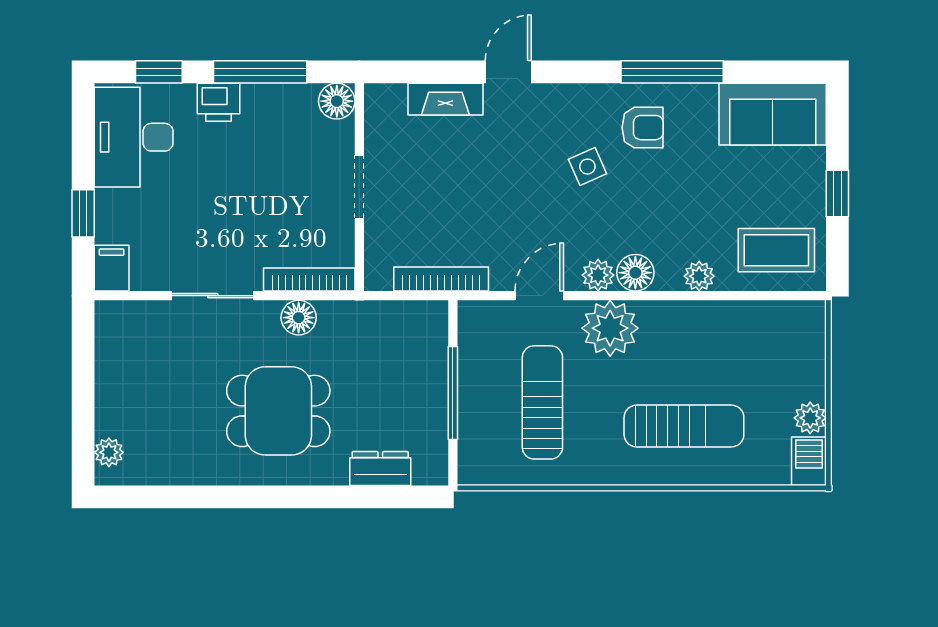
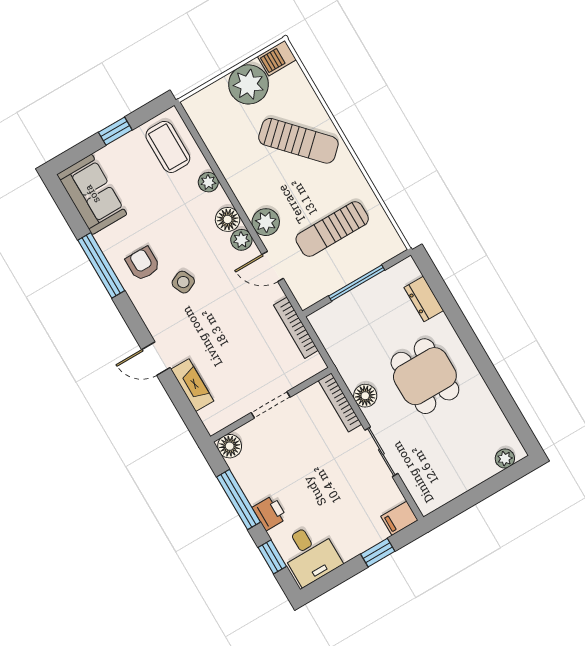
desk: (134, 137) -> (310, 554), width x0.73
plant: (610, 328) -> (266, 222), width x0.73, depth x0.73
plant: (810, 418) -> (249, 84), width x1.87, depth x1.87
sun lounger: (684, 426) -> (298, 141), turned 137

